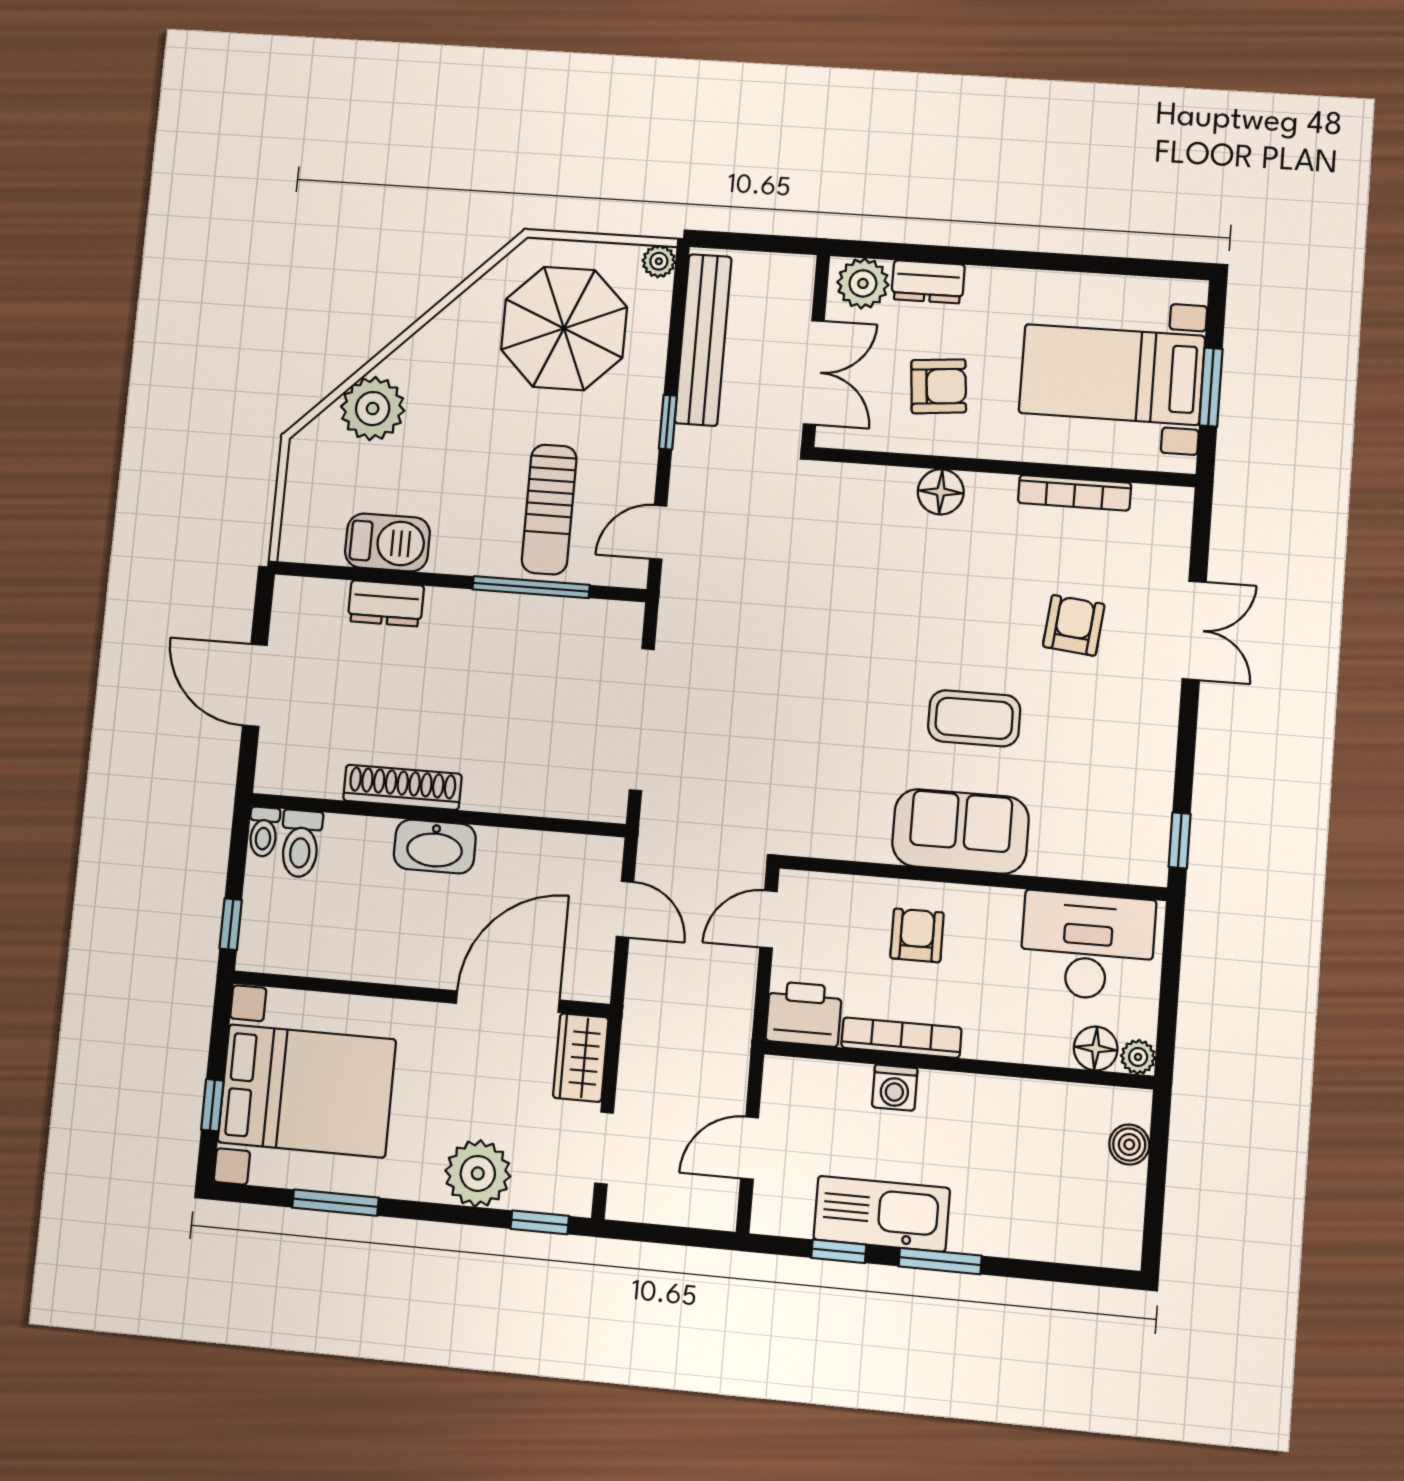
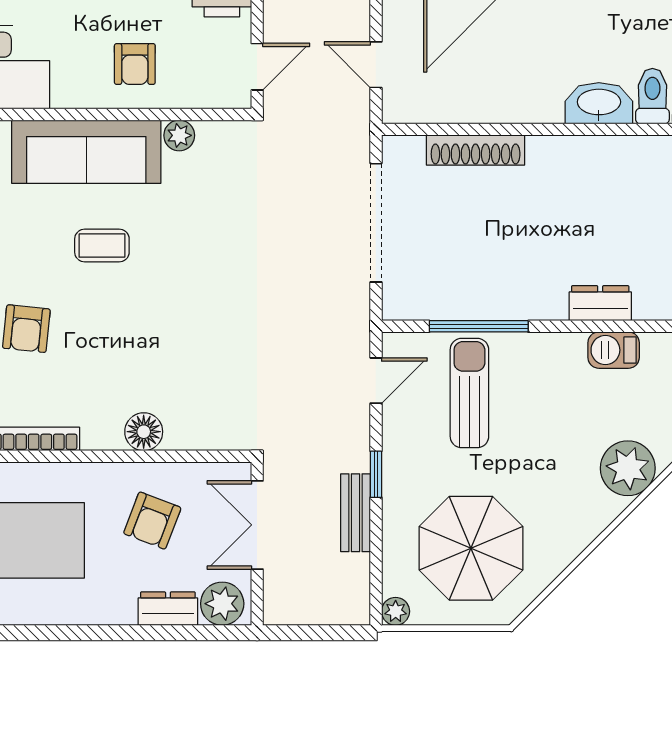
bench: (703, 340) -> (356, 513), width x0.54, depth x0.82
armchair: (939, 386) -> (152, 521), turned -64
barbecue: (387, 542) -> (614, 350), width x0.73, depth x0.79
coffee table: (974, 718) -> (102, 246), width x0.73, depth x0.77
shoe rack: (402, 787) -> (476, 150), moved
sofa: (960, 831) -> (86, 152), width x1.36
plant: (870, 844) -> (179, 135), added
washbasin: (435, 846) -> (599, 103), moved

